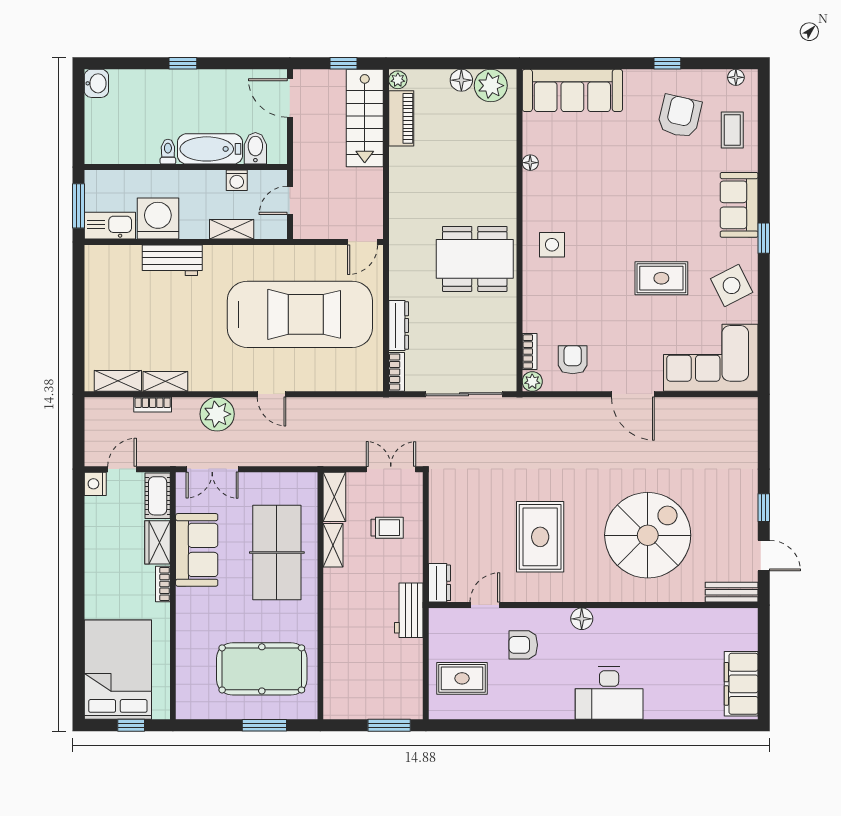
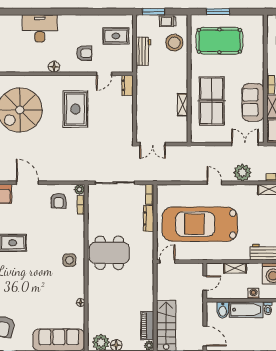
washing machine: (237, 180) -> (253, 293), moved
shelving: (334, 497) -> (182, 130), removed
trolley: (387, 528) -> (168, 21), moved
workbench: (409, 610) -> (143, 51), moved
stool: (349, 665) -> (174, 43), added

